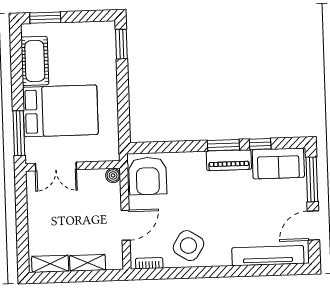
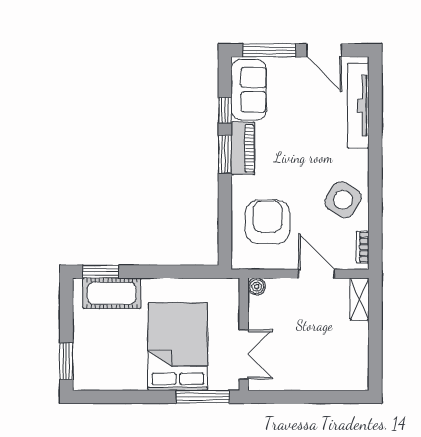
cot: (35, 61) -> (112, 293), moved
armchair: (148, 176) -> (267, 222), moved, turned -90
shelving: (88, 263) -> (360, 299), moved
shelving: (50, 264) -> (359, 365), removed

